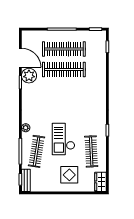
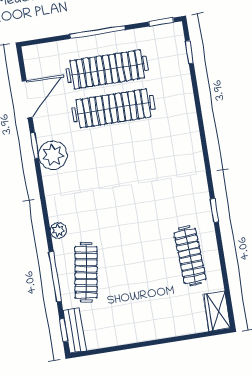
door: (20, 58) -> (27, 99), hinge flipped
plant: (29, 76) -> (53, 155), moved
checkout: (63, 139) -> (133, 241), removed
display table: (69, 175) -> (155, 307), removed

